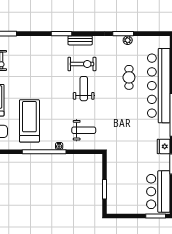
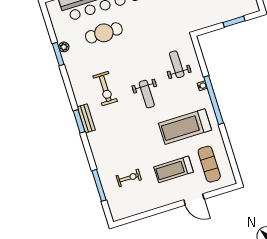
bench: (80, 40) -> (86, 118), moved
exercise bike: (82, 64) -> (105, 89), turned 180
cafe table: (129, 77) -> (104, 33), width x1.37, depth x1.35
weight bench: (84, 89) -> (147, 94), moved, turned -90

